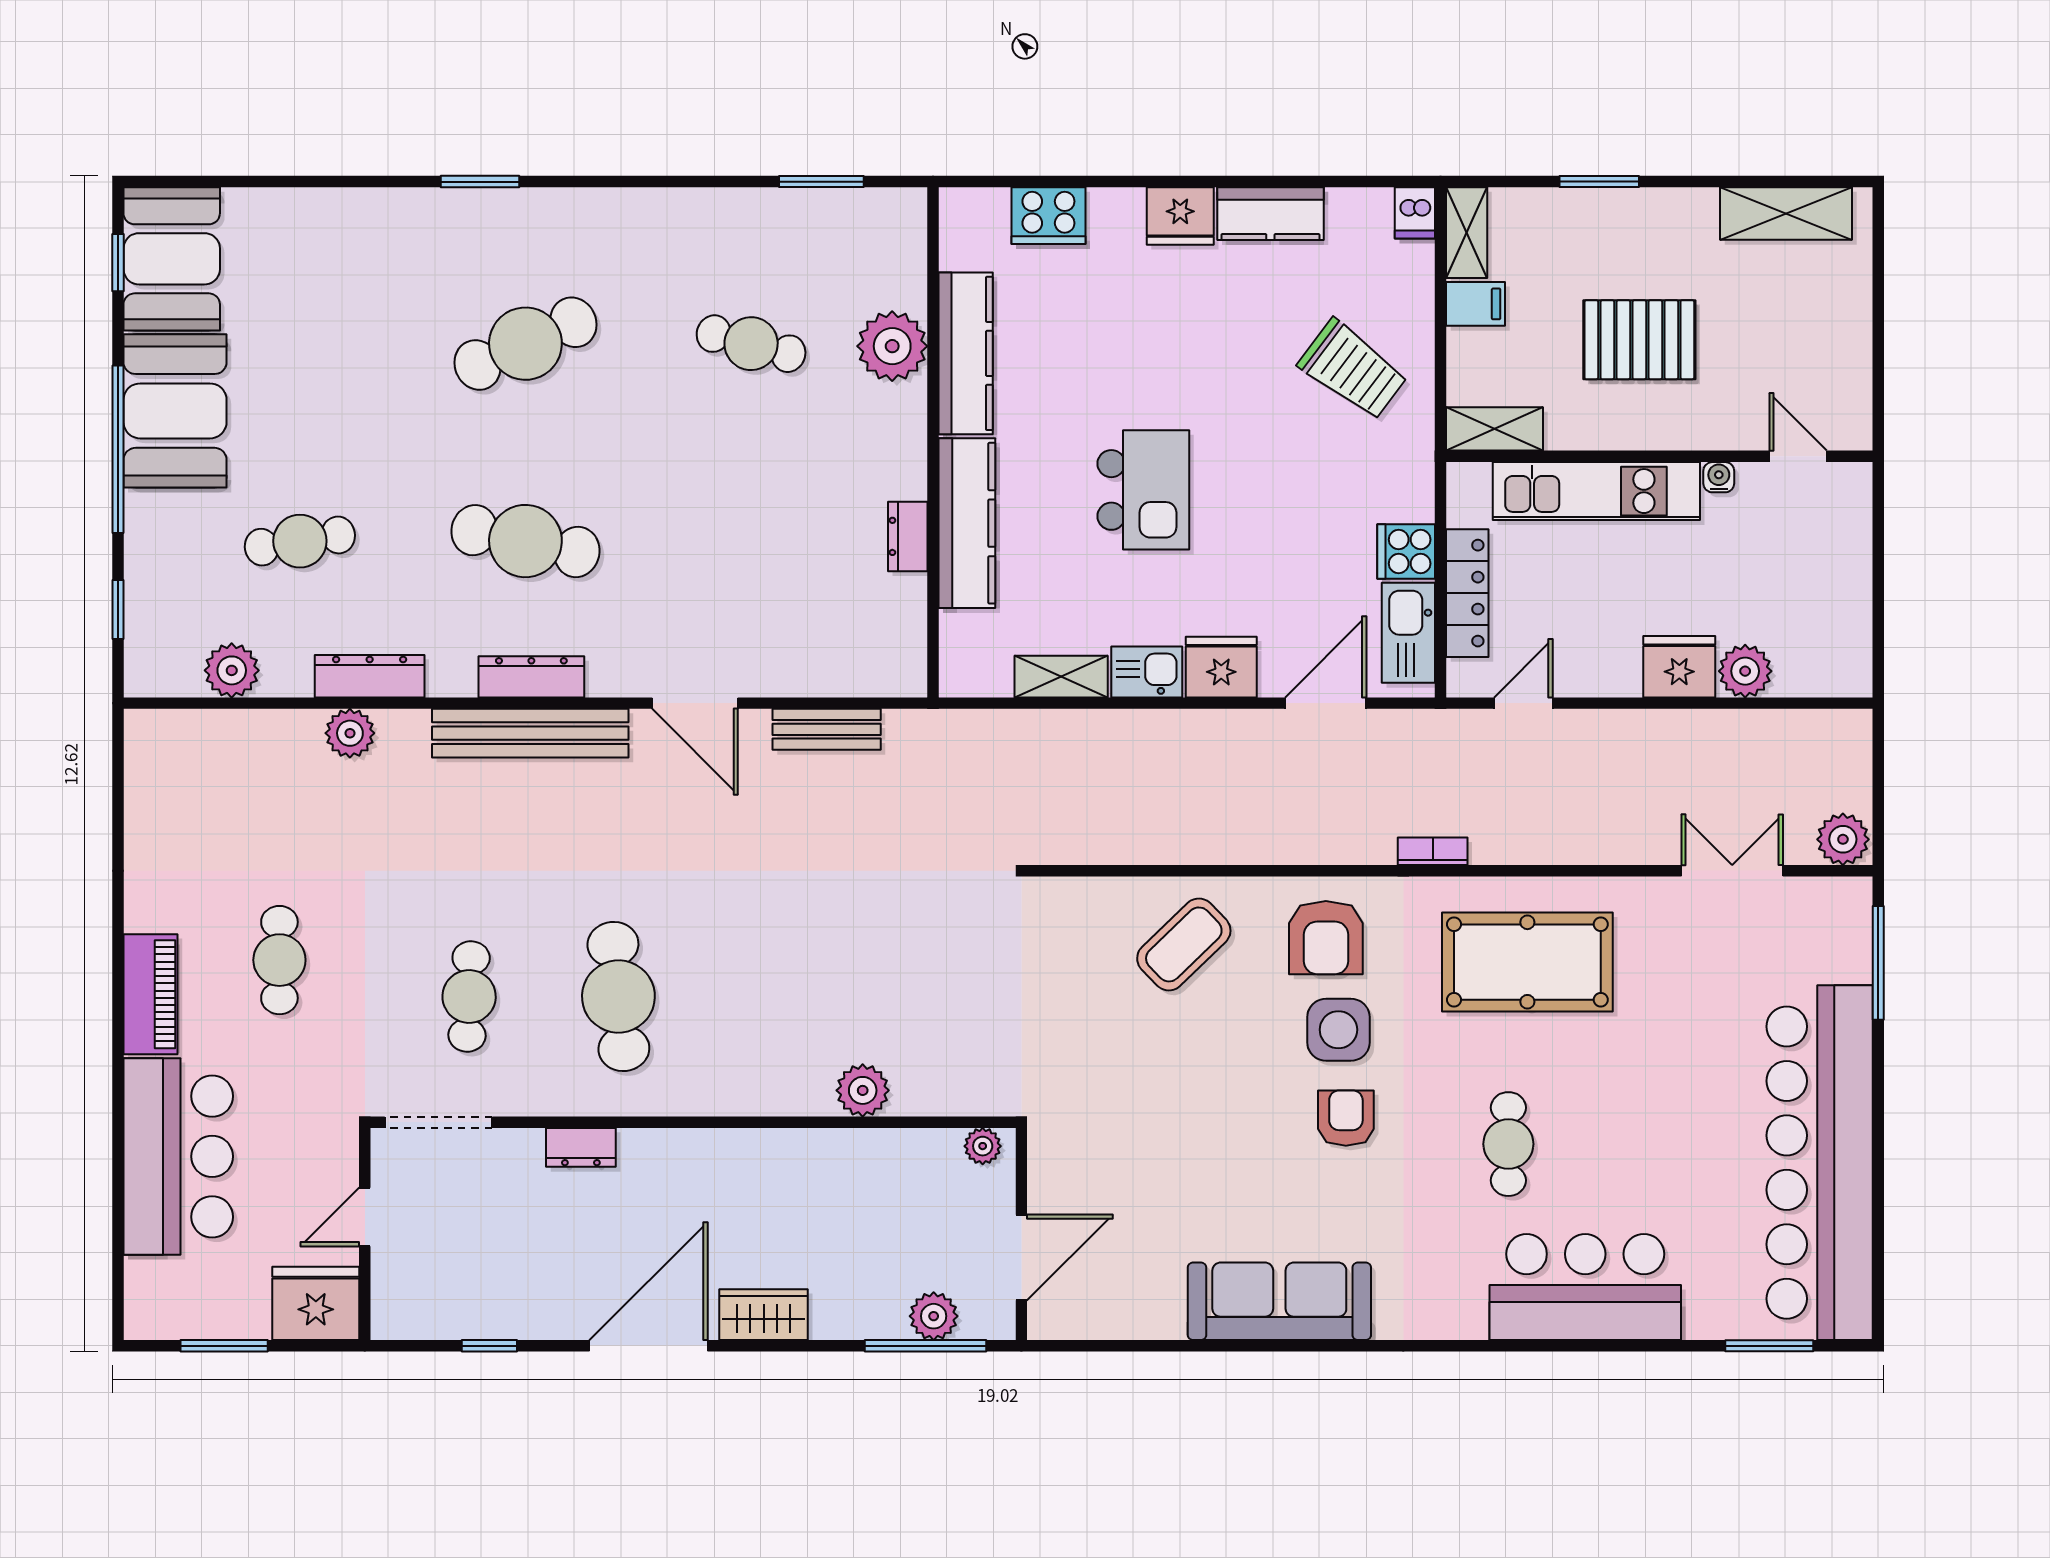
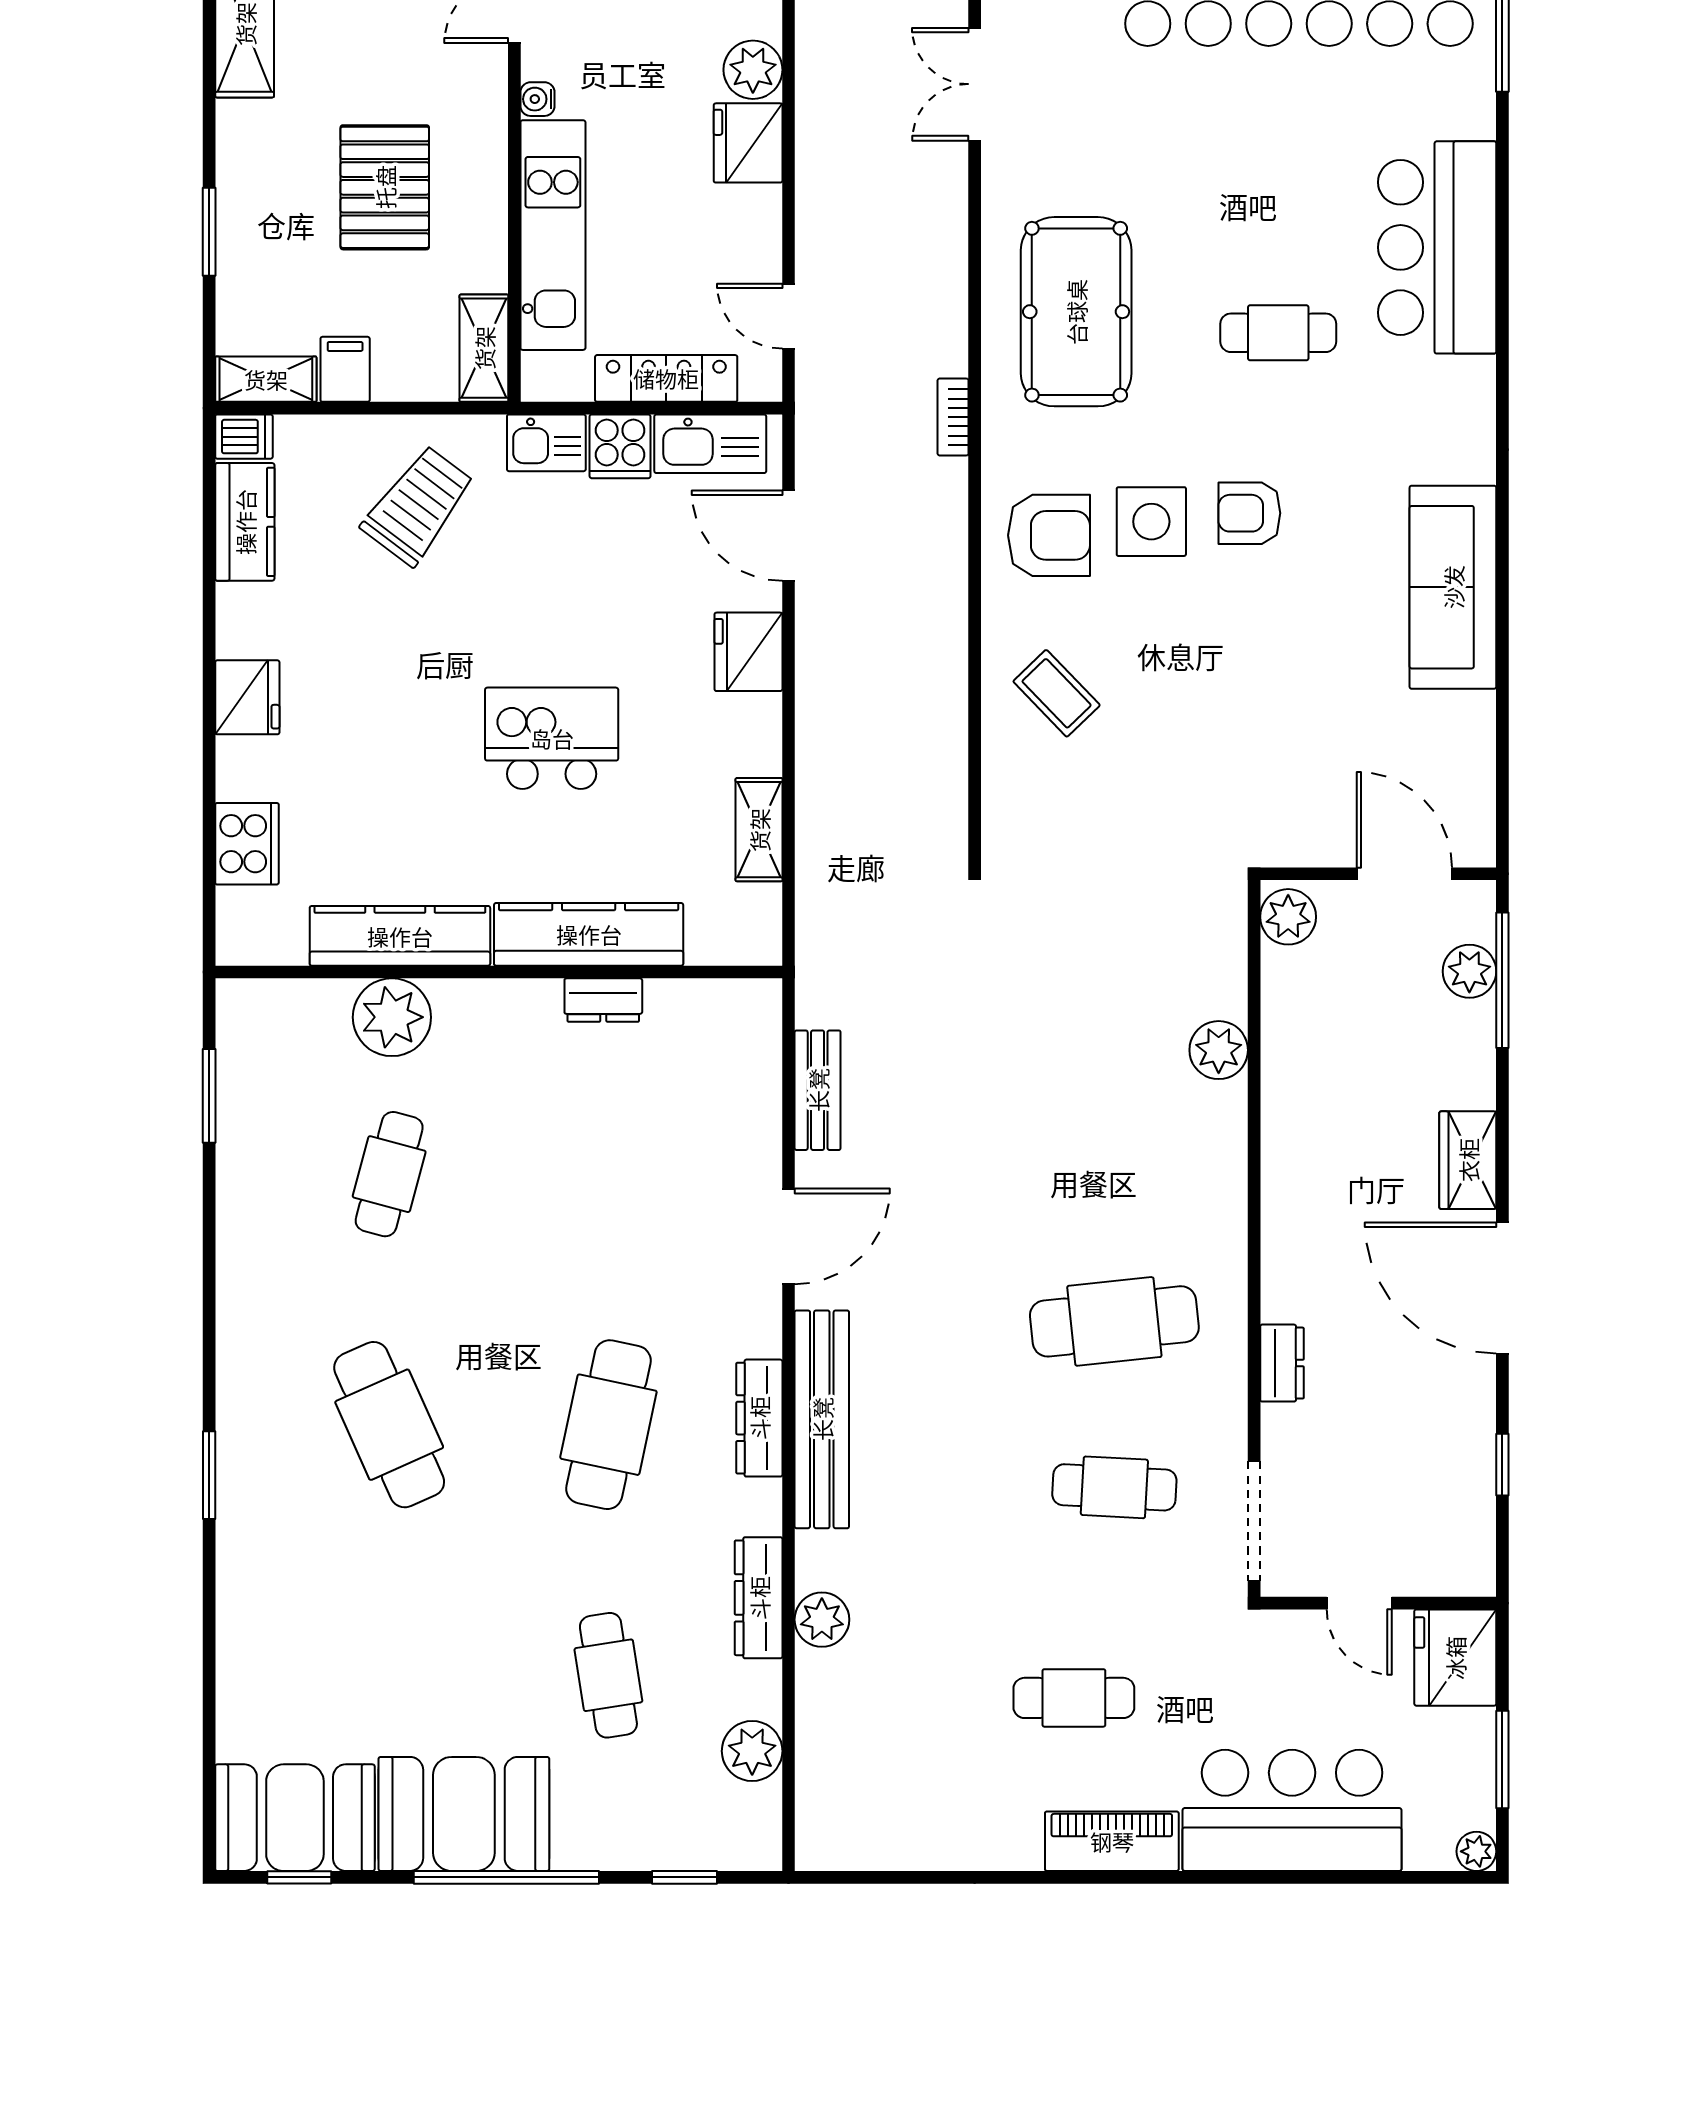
kitchen counter: (1270, 214) -> (245, 522), moved
kitchen sink: (1147, 672) -> (546, 443), moved, turned -90
coffee table: (1184, 944) -> (1057, 693), width x0.73, depth x0.77
plant: (983, 1146) -> (1288, 917), width x1.38, depth x1.38
plant: (141, 1322) -> (1476, 1851), added

